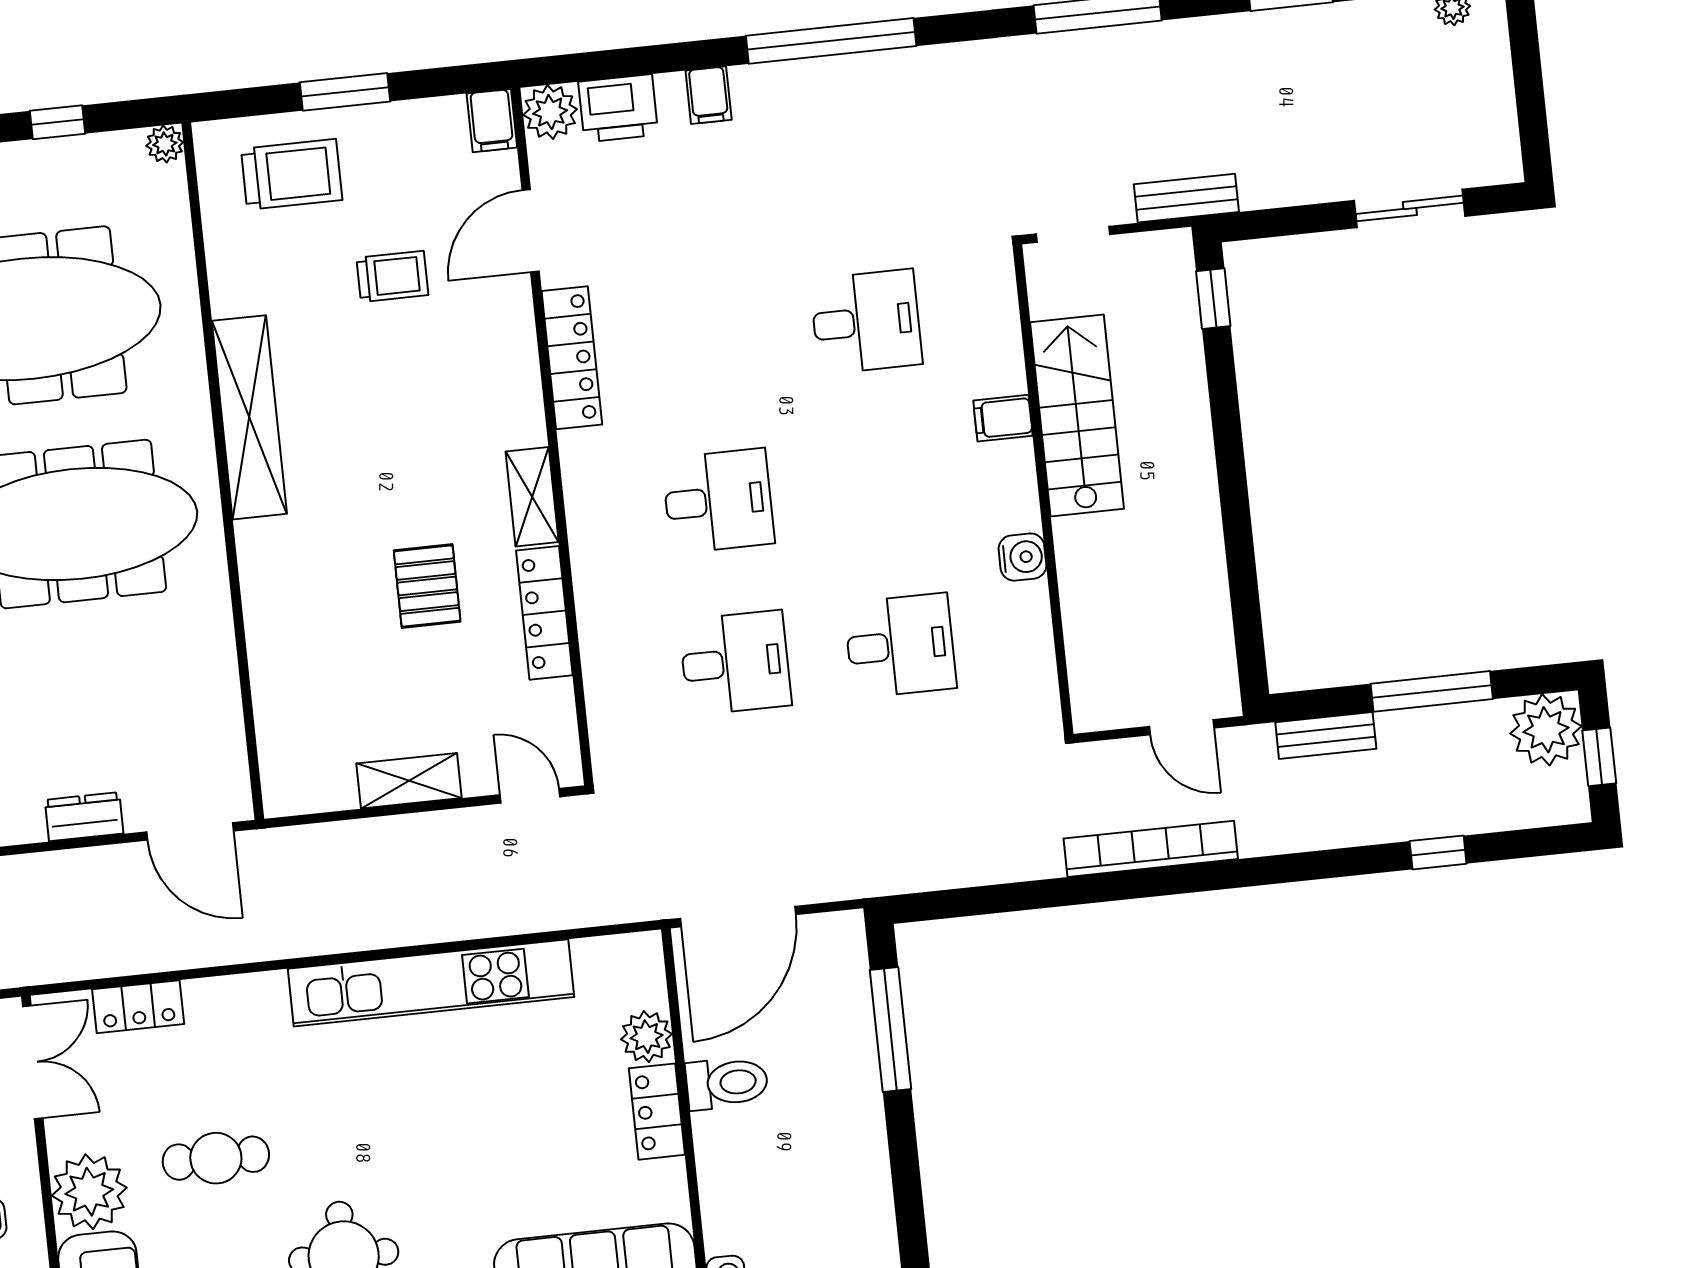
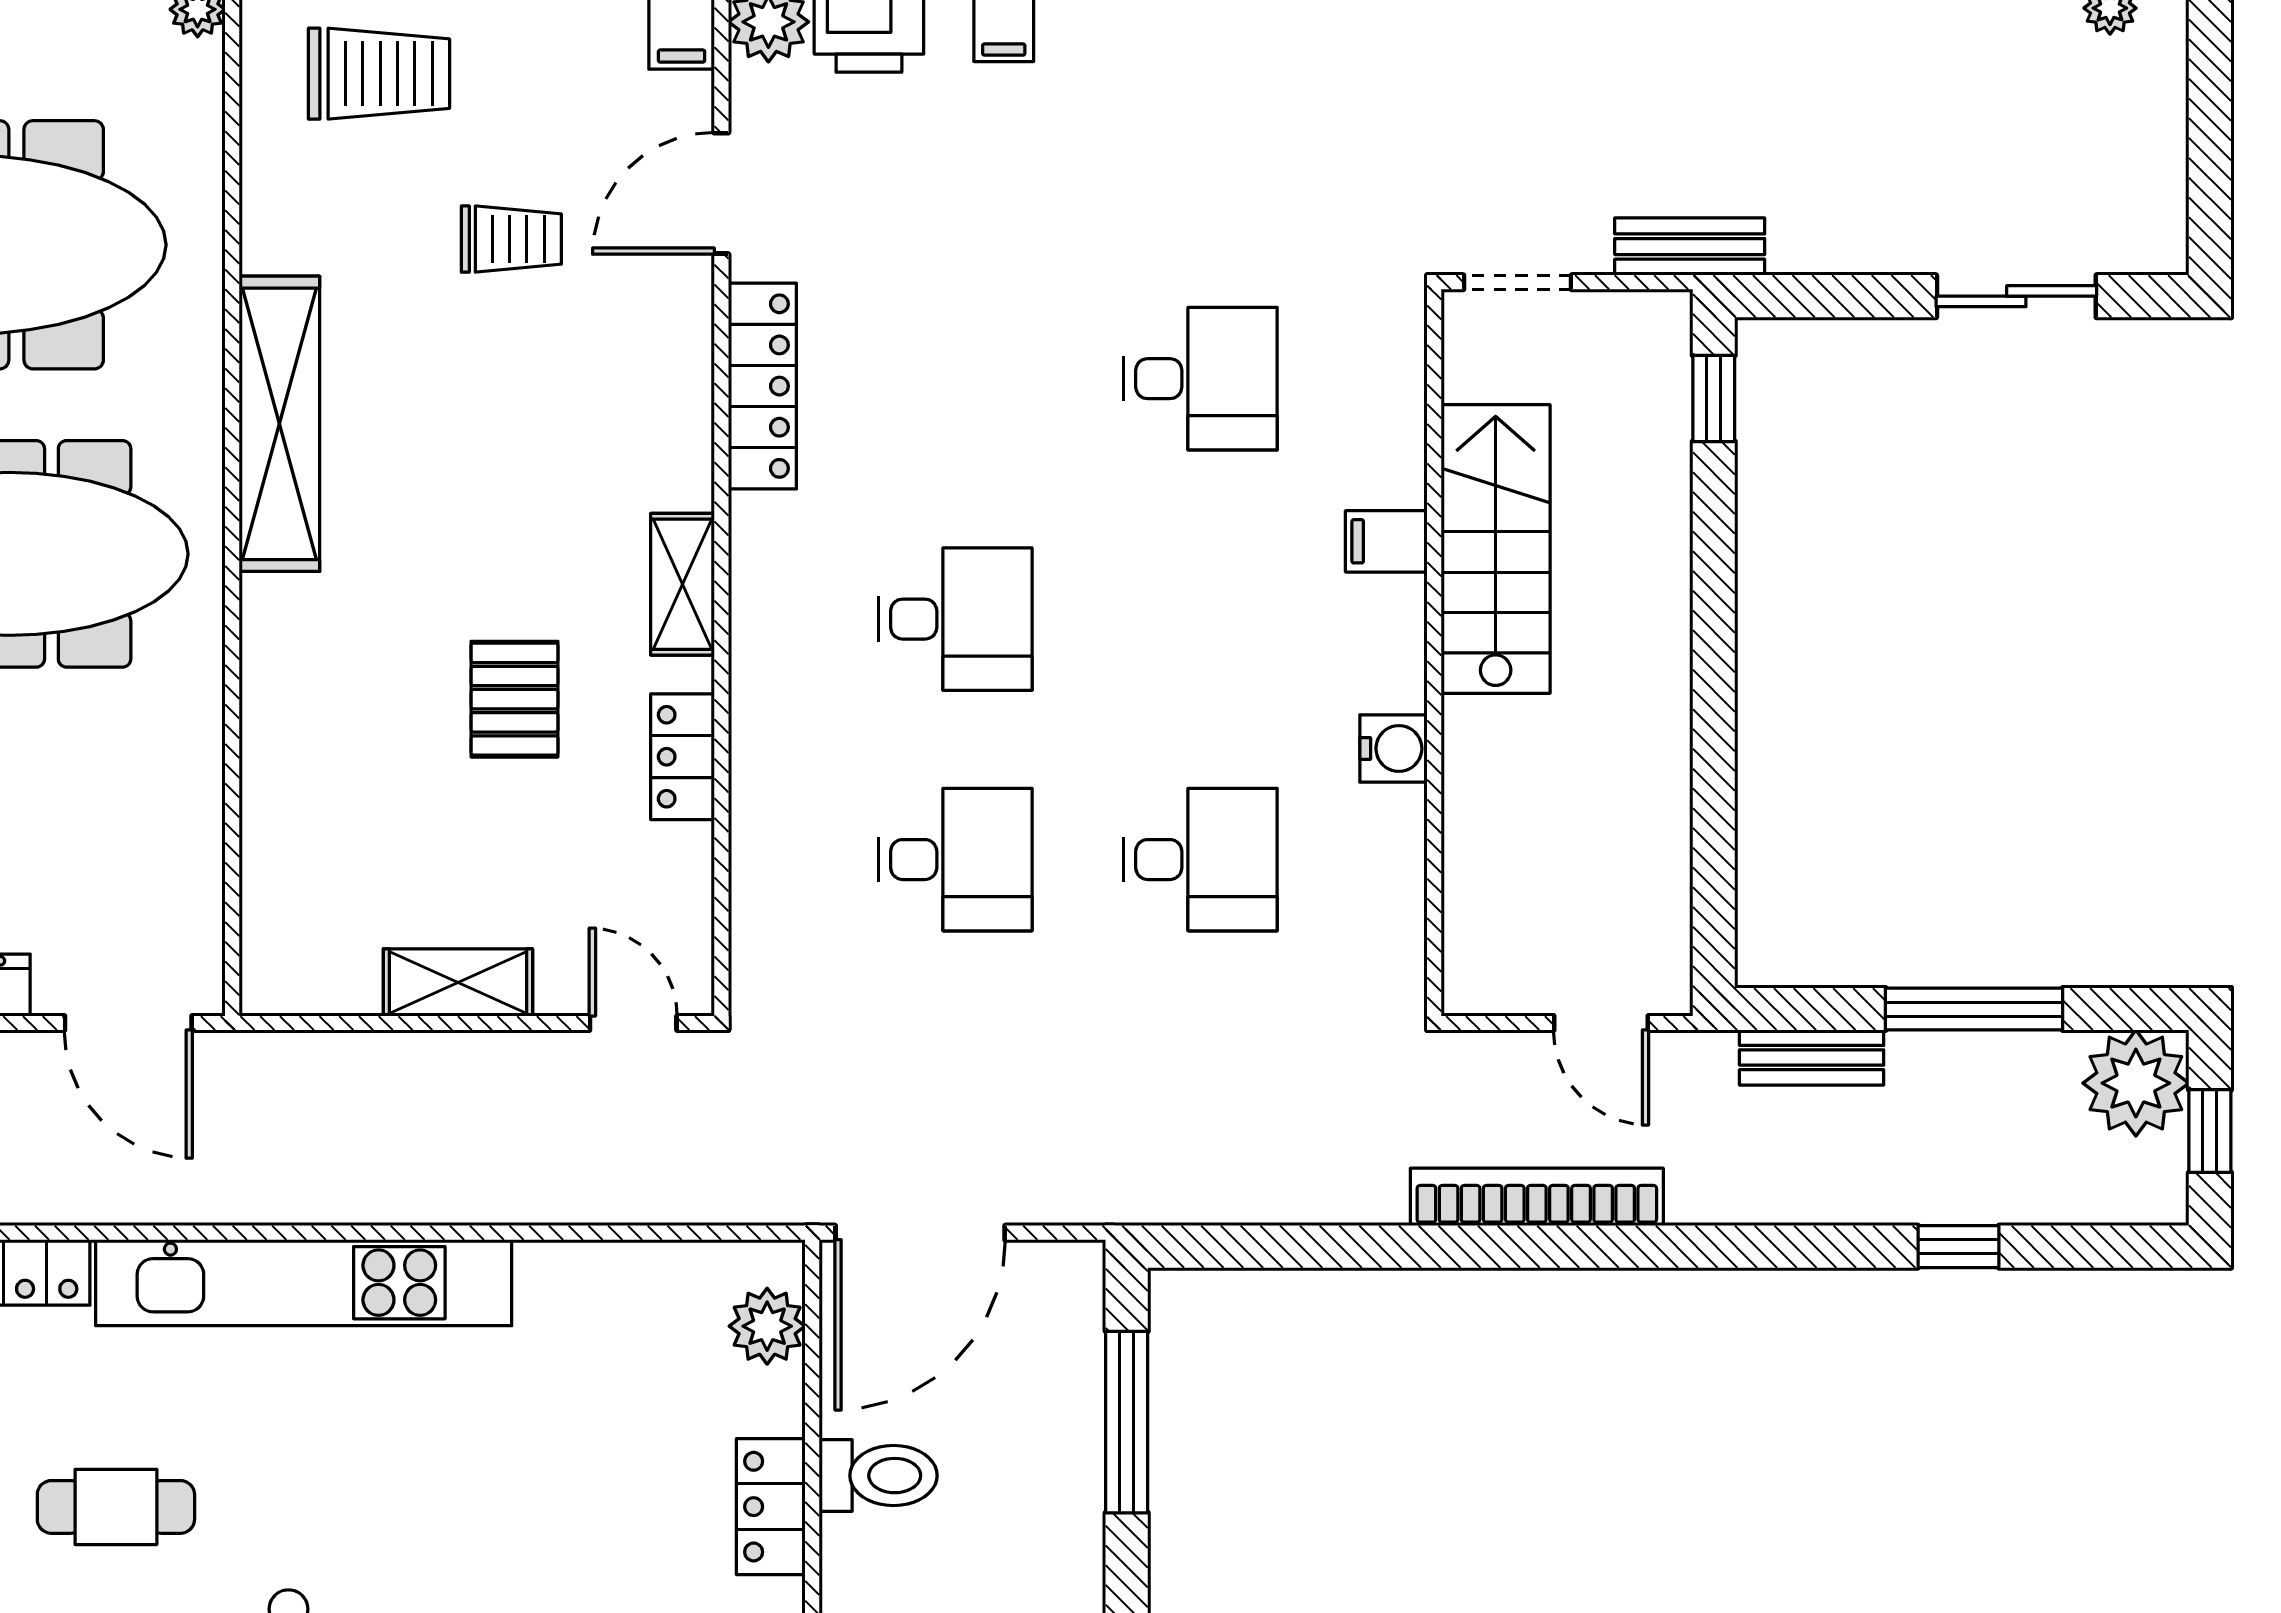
locker: (544, 613) -> (683, 757), width x0.66
kitchen unit: (431, 983) -> (304, 1283), moved
plant: (646, 1037) -> (767, 1326), moved

